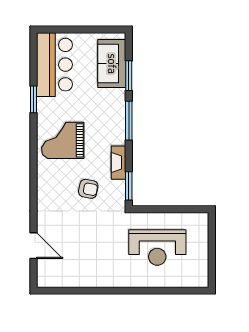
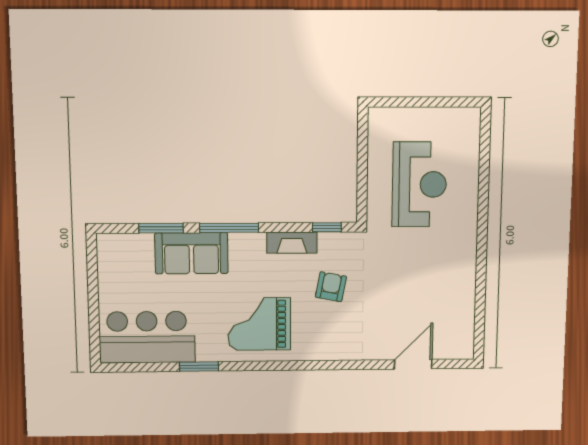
sofa: (112, 64) -> (191, 253), moved
grand piano: (63, 140) -> (259, 324), turned 90
window: (129, 186) -> (327, 227), width x0.67

